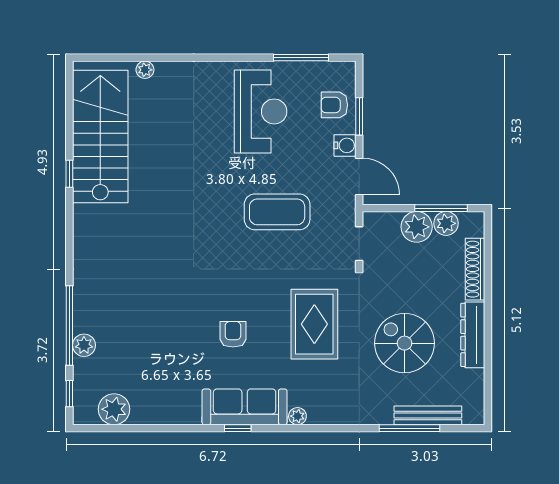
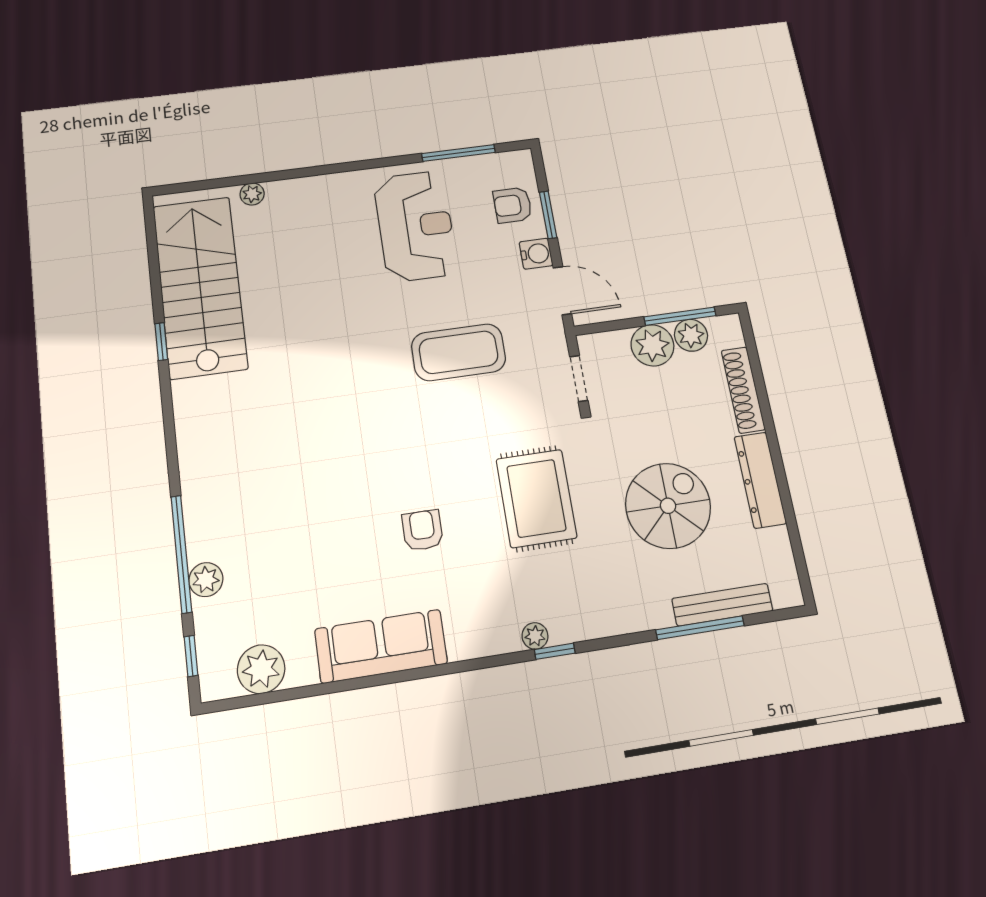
spiral stairs: (404, 343) -> (668, 506), turned 90
sofa: (245, 407) -> (381, 646), moved
window: (238, 428) -> (555, 651), moved

